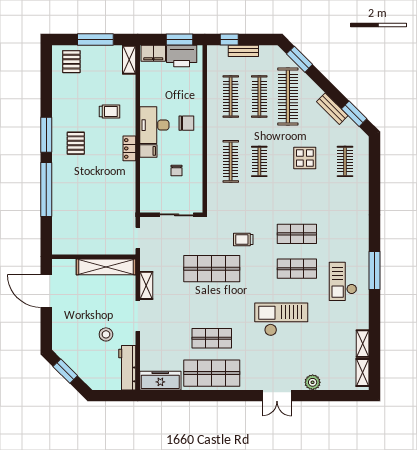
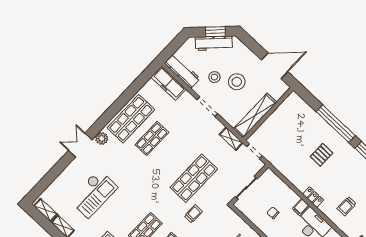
pallet: (76, 143) -> (322, 155), moved, turned 90
shelving: (146, 285) -> (231, 139), moved
stool: (92, 311) -> (237, 82), added
checkout: (281, 319) -> (93, 194), moved
workbench: (77, 363) -> (214, 43), added
freezer: (160, 381) -> (169, 83), moved, turned 90
plant: (313, 382) -> (102, 139), moved

